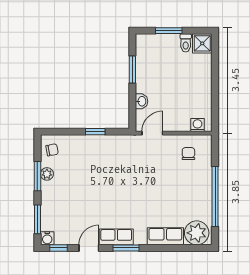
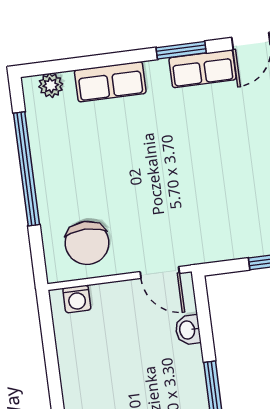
door: (152, 133) -> (160, 272), hinge flipped
chair: (188, 154) -> (87, 243), width x1.87, depth x1.87
plant: (197, 233) -> (51, 85), width x0.53, depth x0.53

